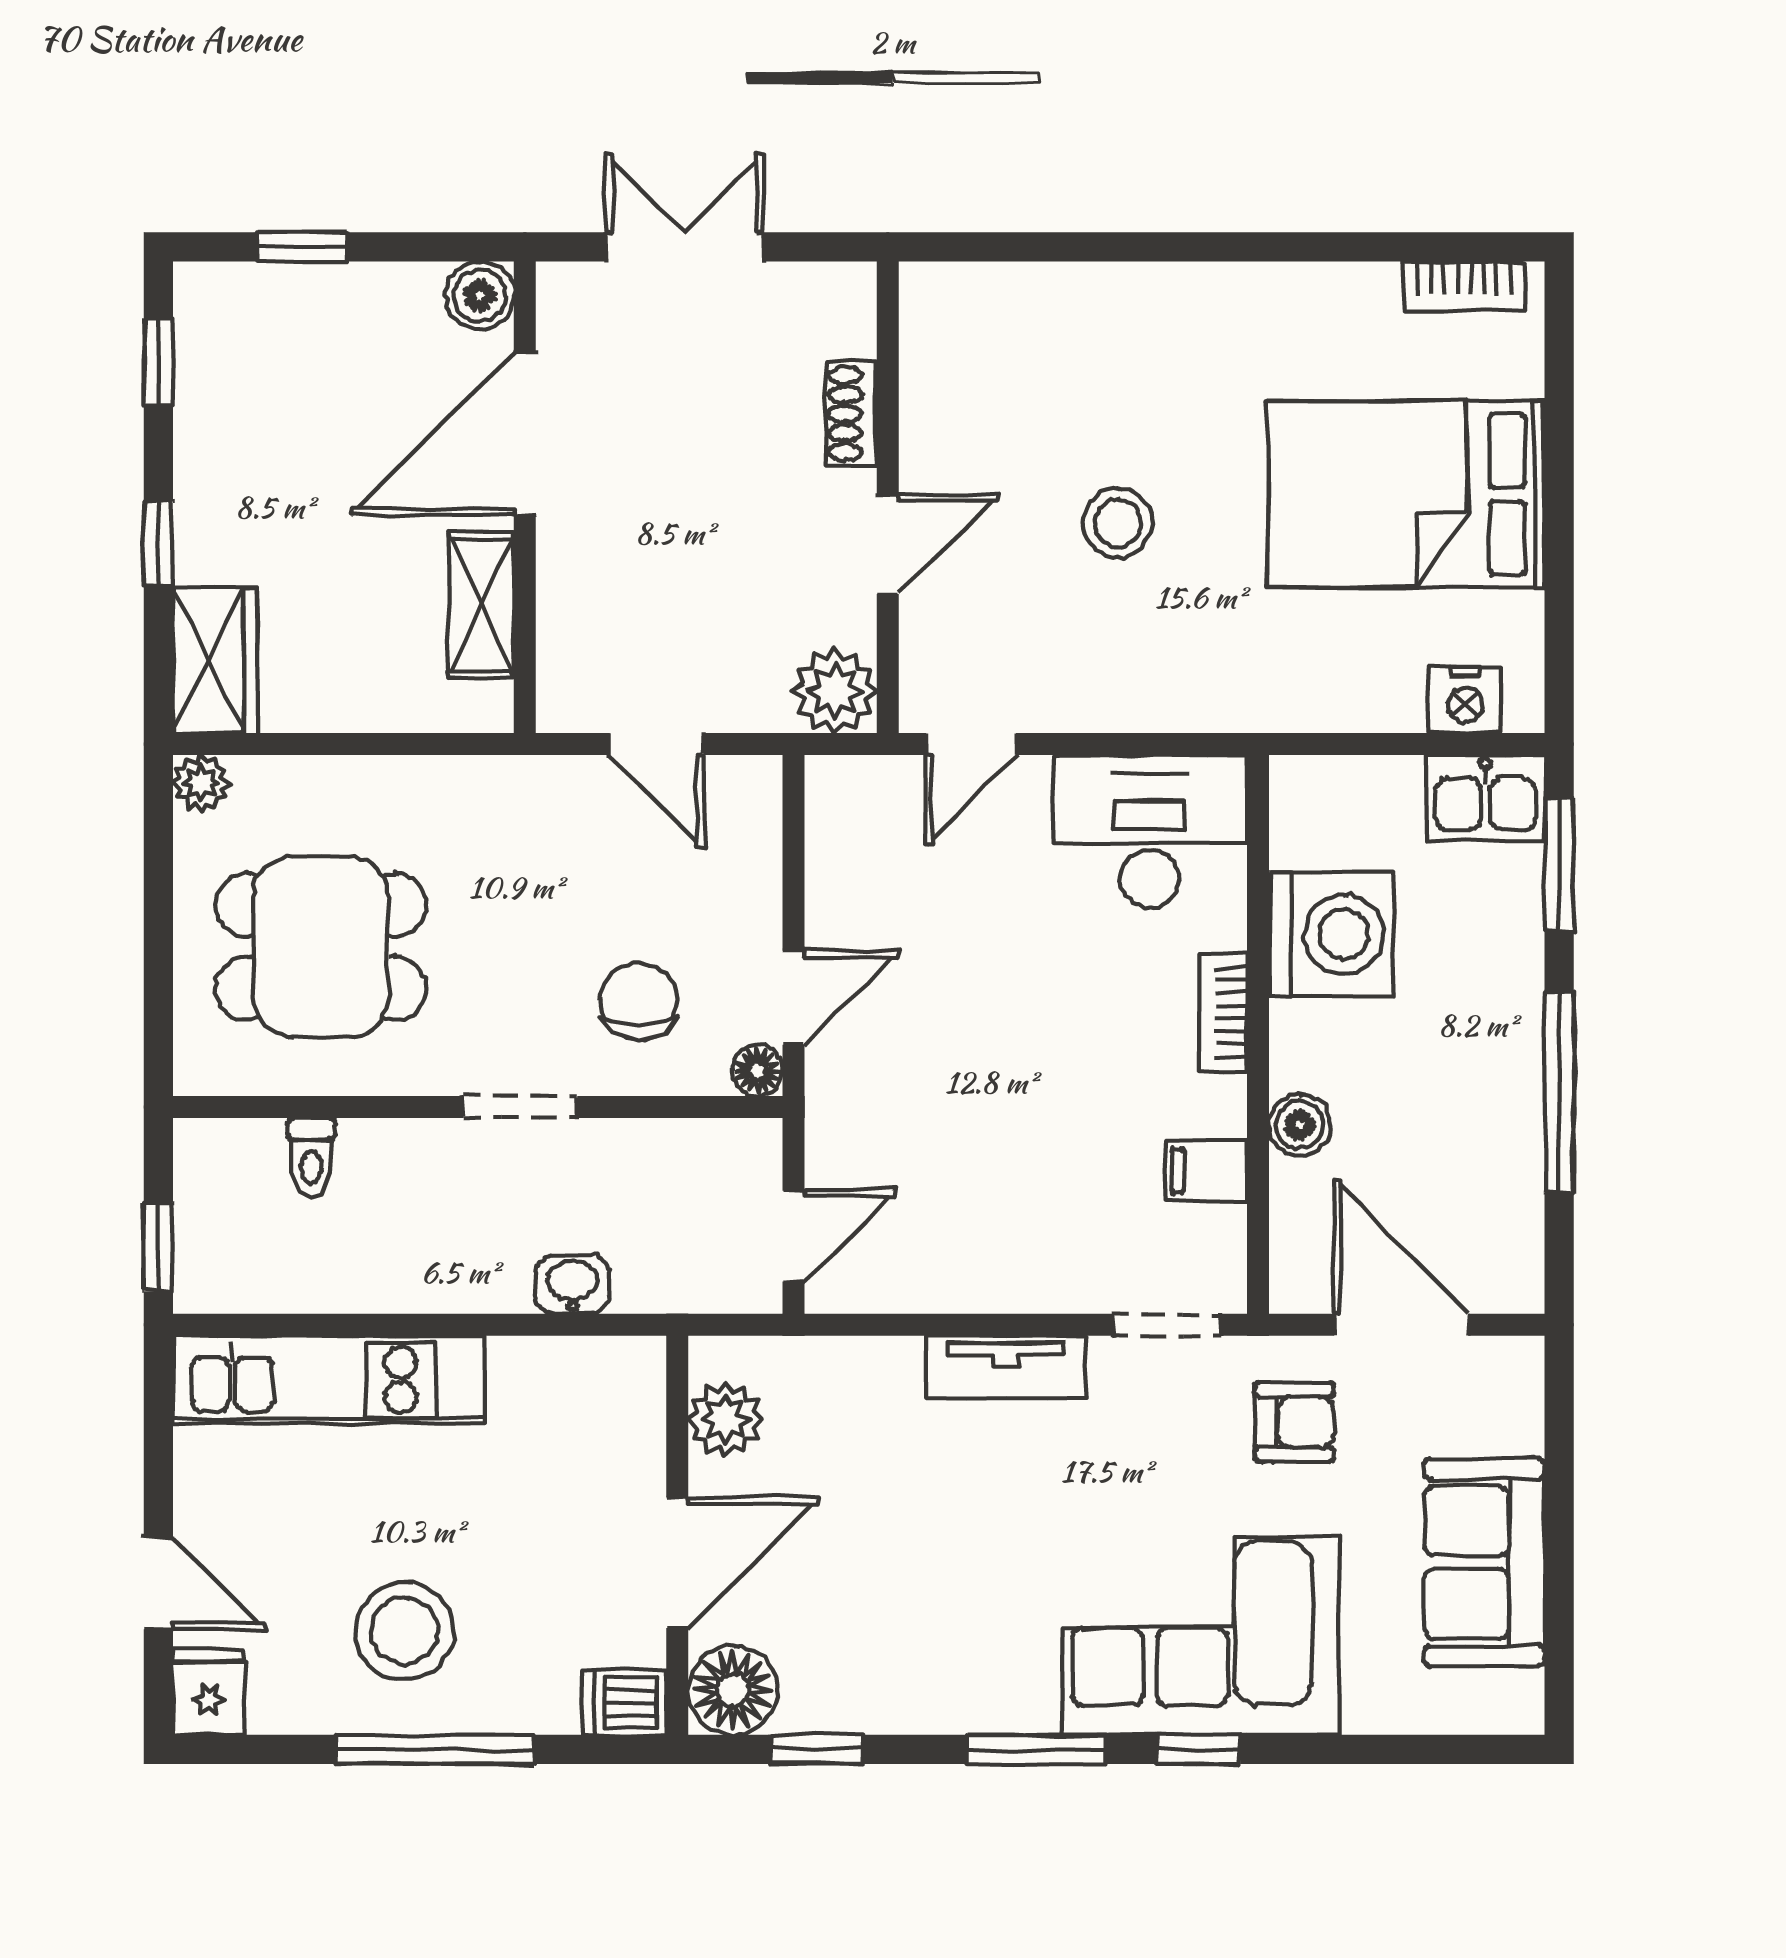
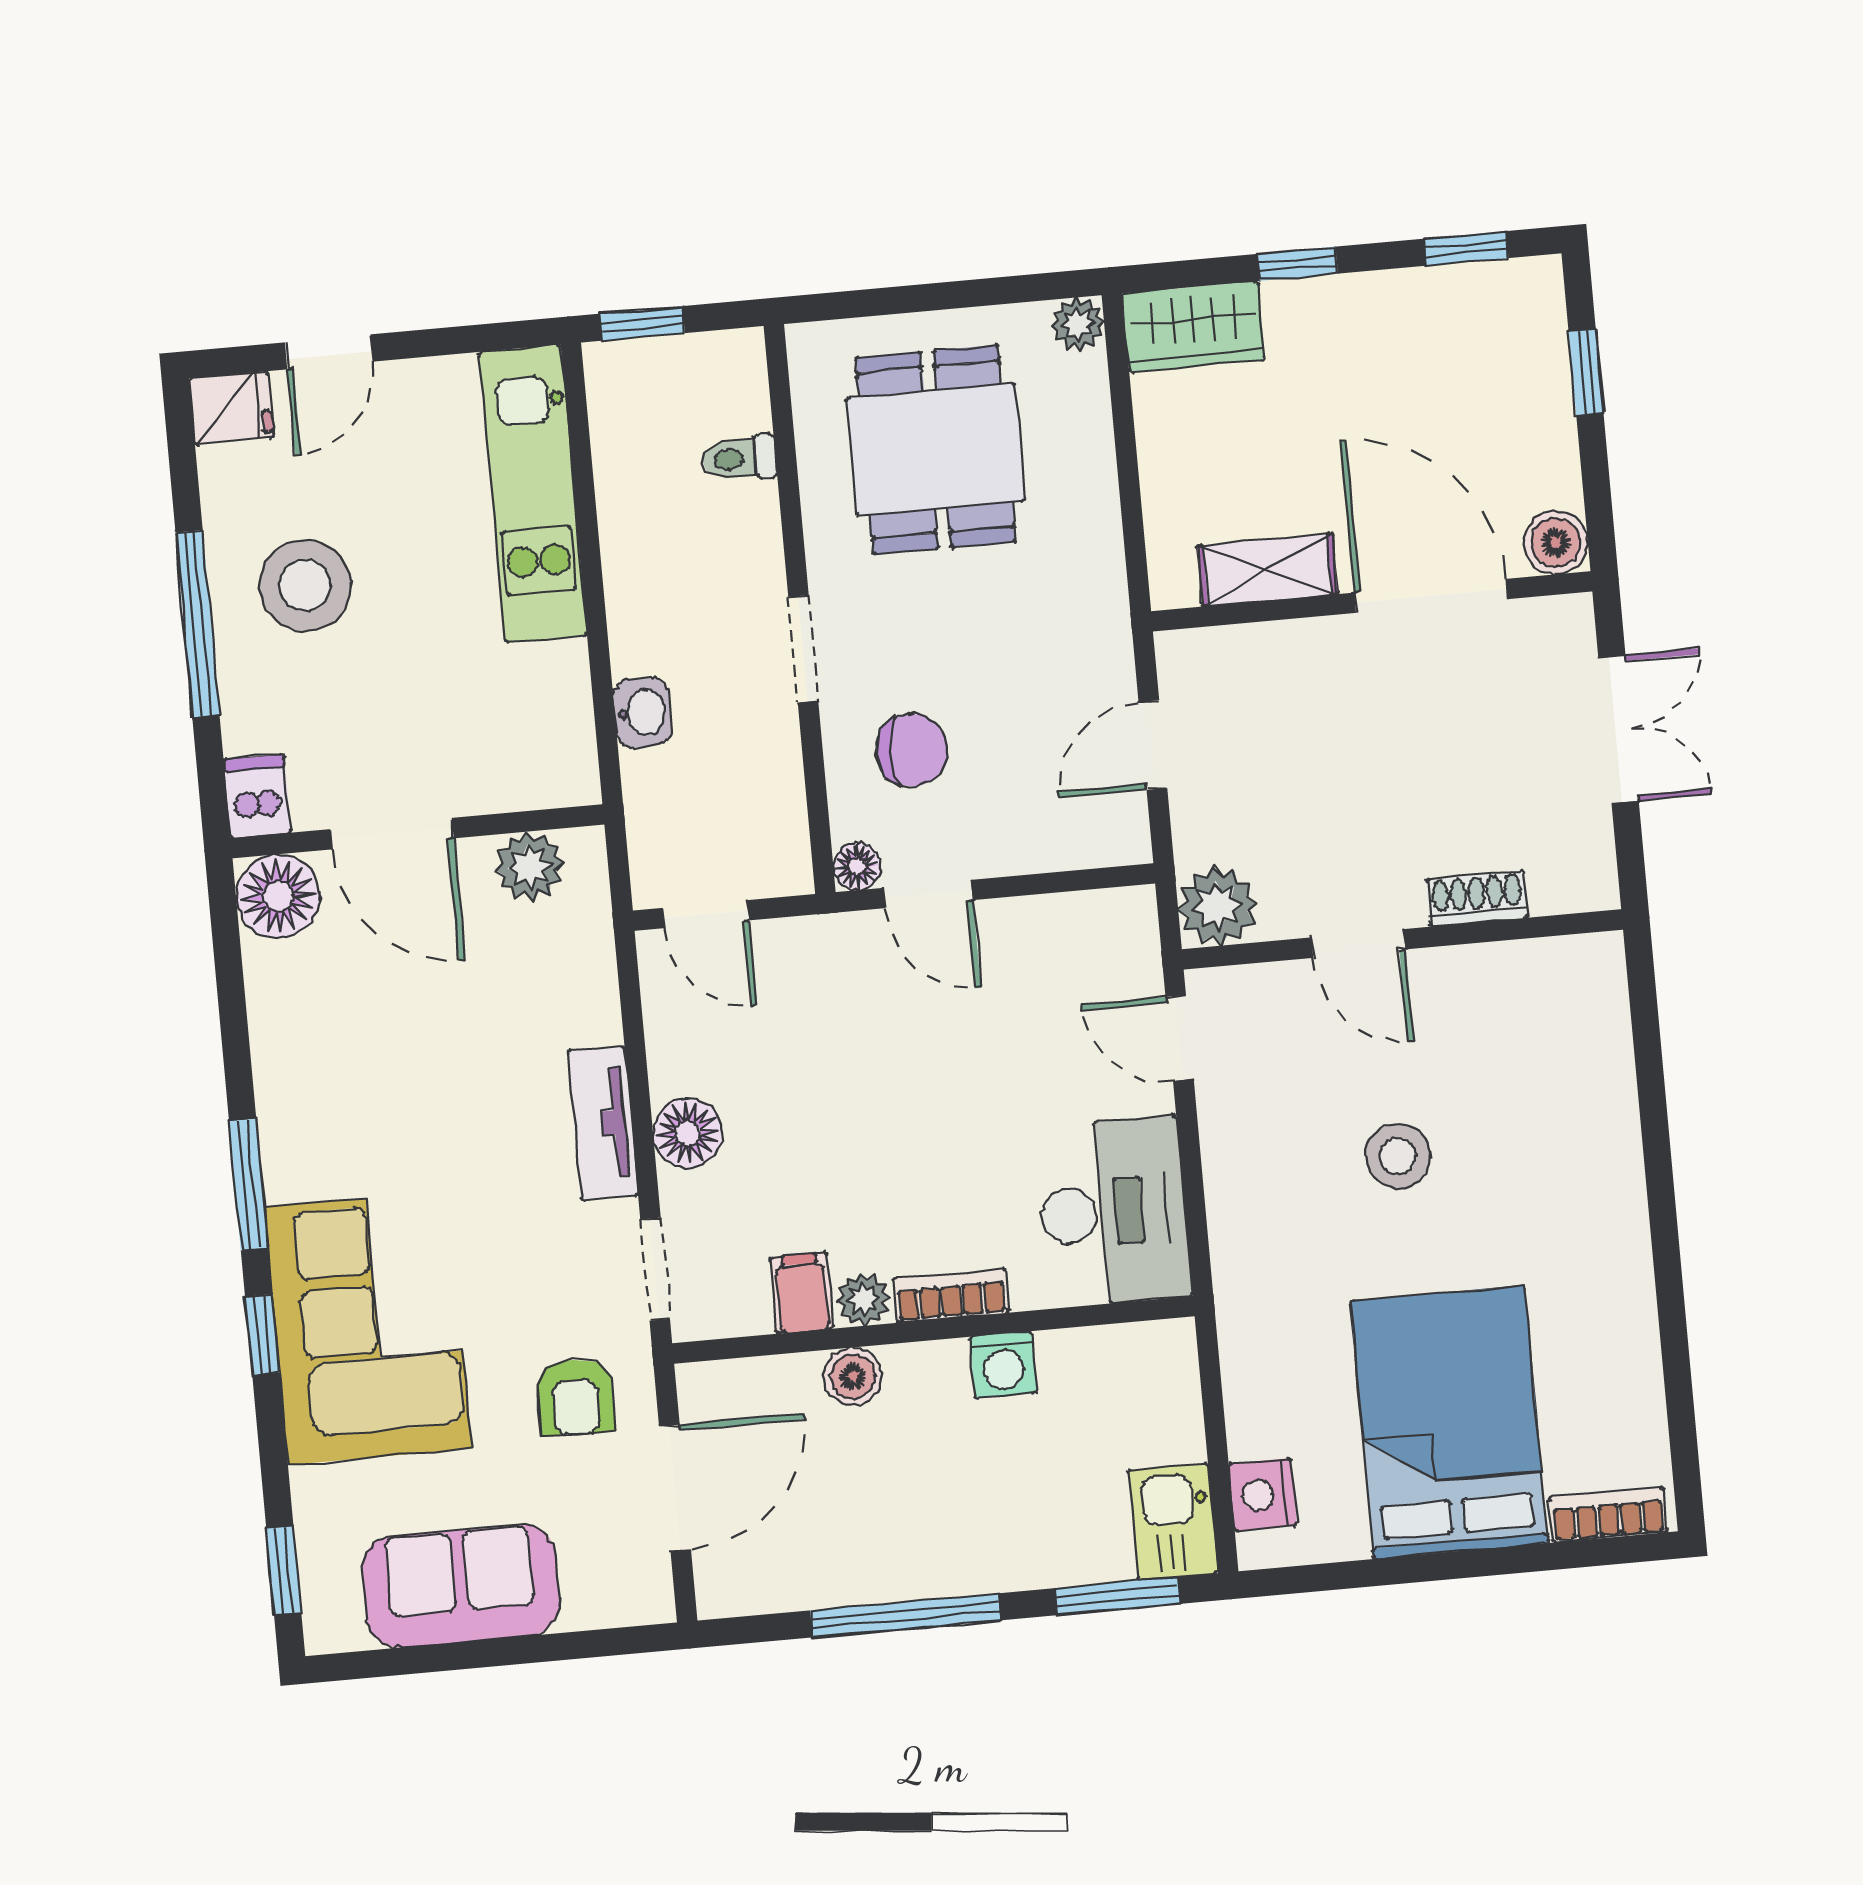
bookcase: (1464, 286) -> (1608, 1515), moved, turned 90
washing machine: (1331, 934) -> (1003, 1365), width x0.53, depth x0.53
plant: (1219, 1106) -> (863, 1299), added
floor lamp: (1025, 1277) -> (688, 1133), added
window: (817, 1749) -> (284, 1571), moved

